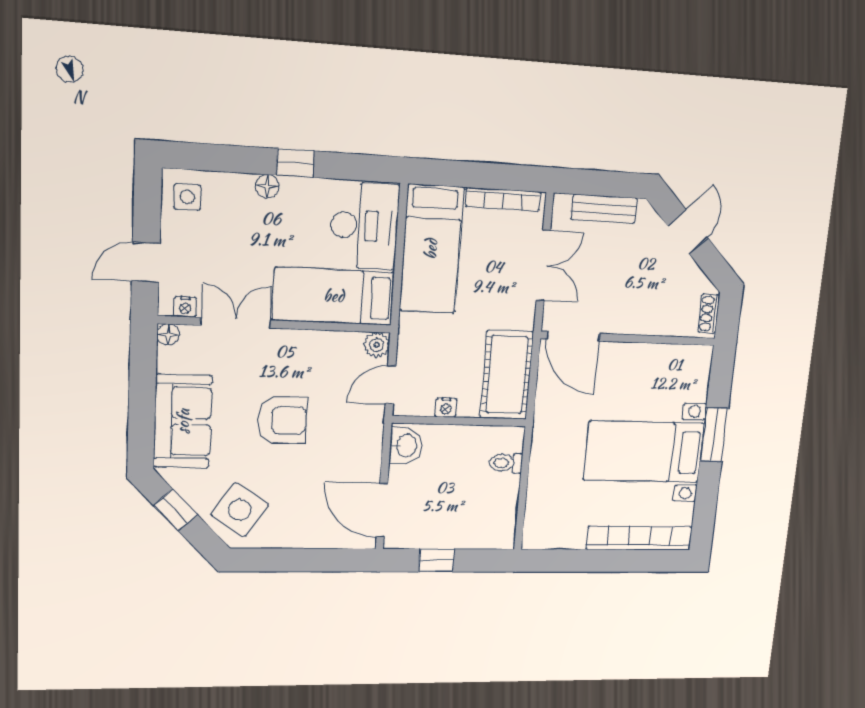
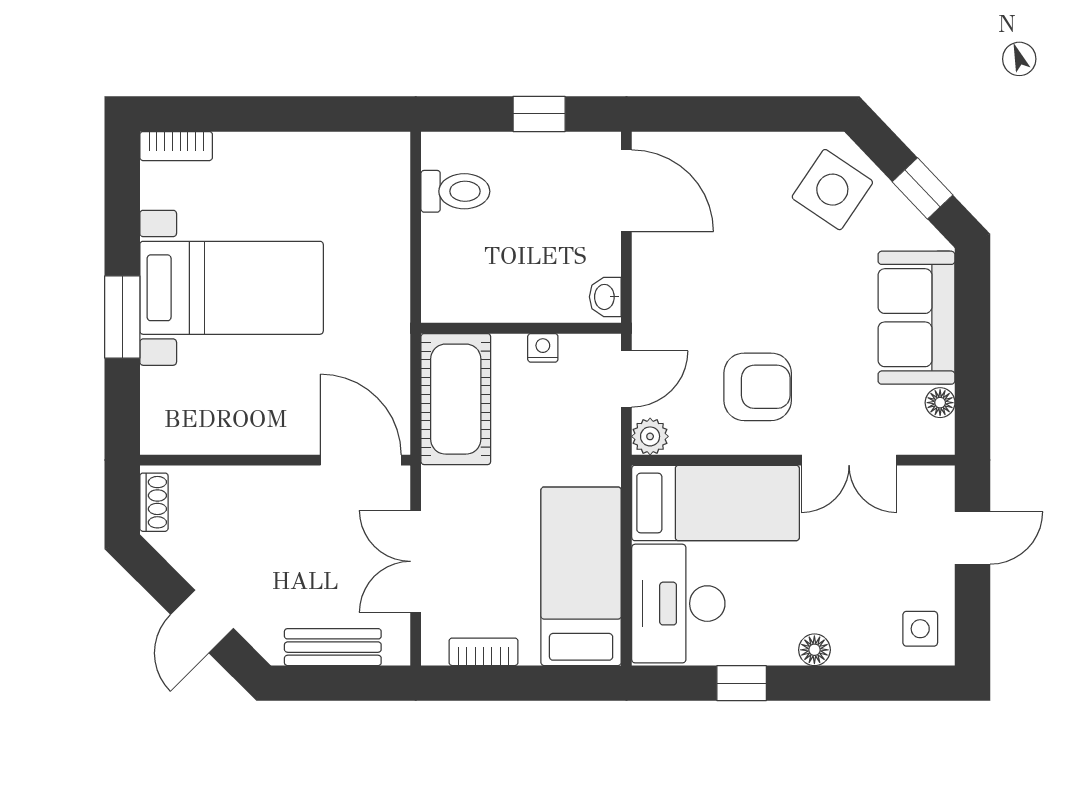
window: (295, 163) -> (742, 683), moved
bookcase: (503, 199) -> (483, 652), width x0.64
nightstand: (185, 307) -> (918, 479), removed
floor lamp: (168, 335) -> (940, 403), moved
armchair: (282, 420) -> (758, 387), moved, turned 180
washbasin: (406, 446) -> (605, 297), width x0.72, depth x0.69
toilet: (506, 463) -> (455, 191), moved, width x1.37, depth x1.39
bookcase: (639, 538) -> (176, 146), width x0.43, depth x0.76

